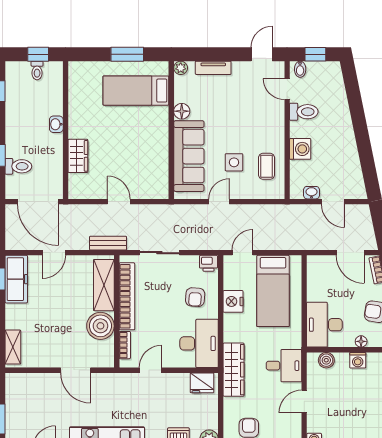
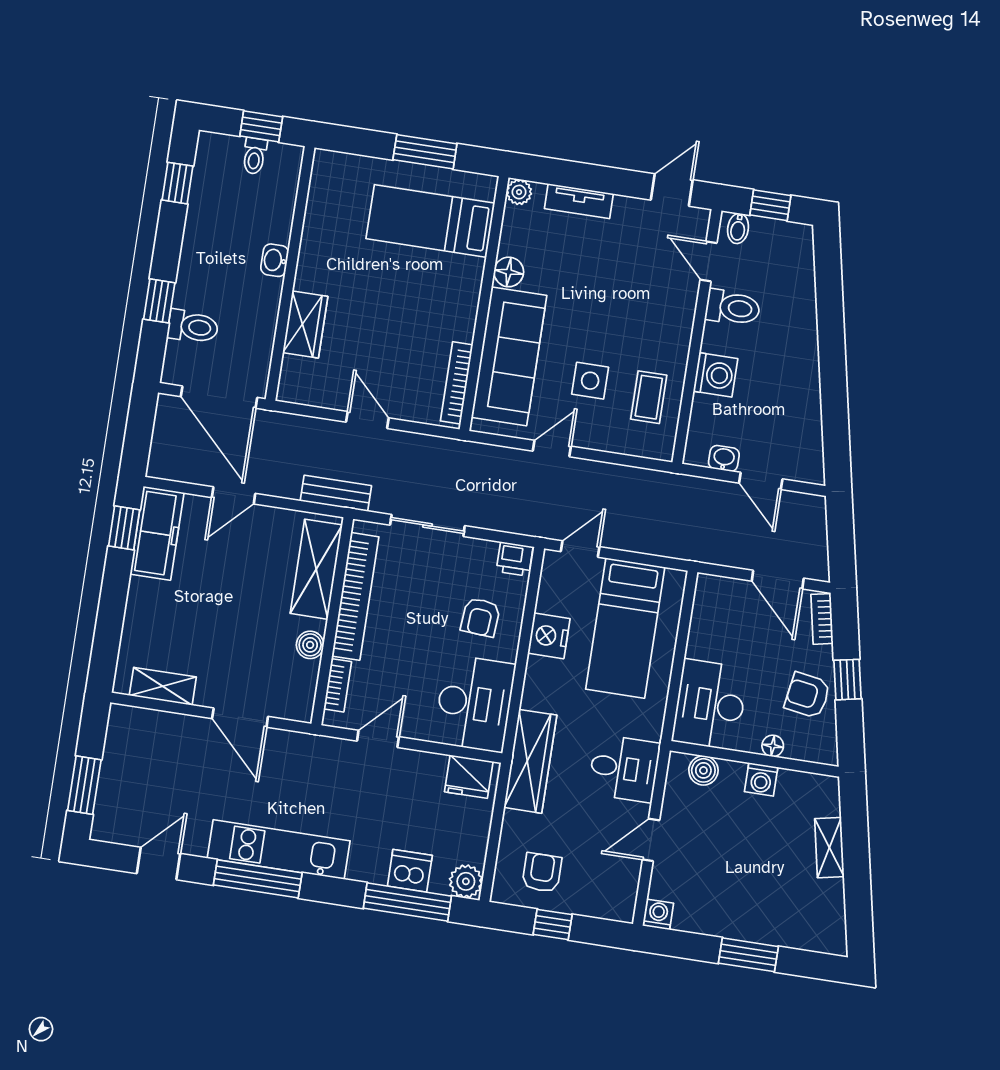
bookcase: (163, 174) -> (457, 383), added
boiler: (100, 326) -> (310, 645), width x0.54, depth x0.54
shelving: (13, 347) -> (163, 686), moved, turned 90

